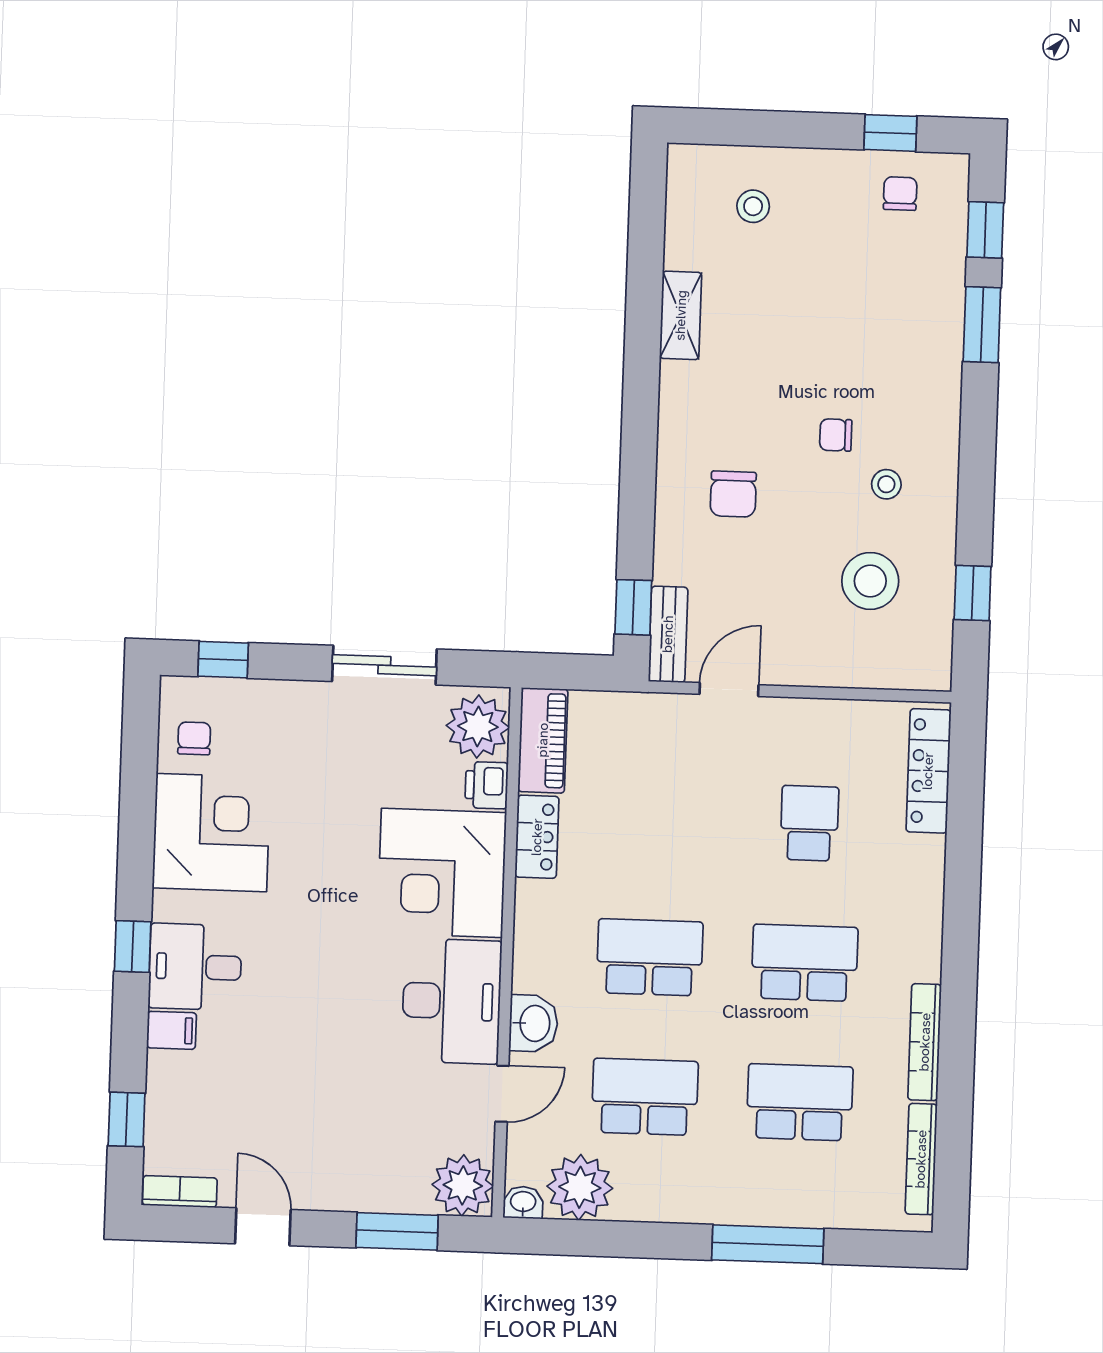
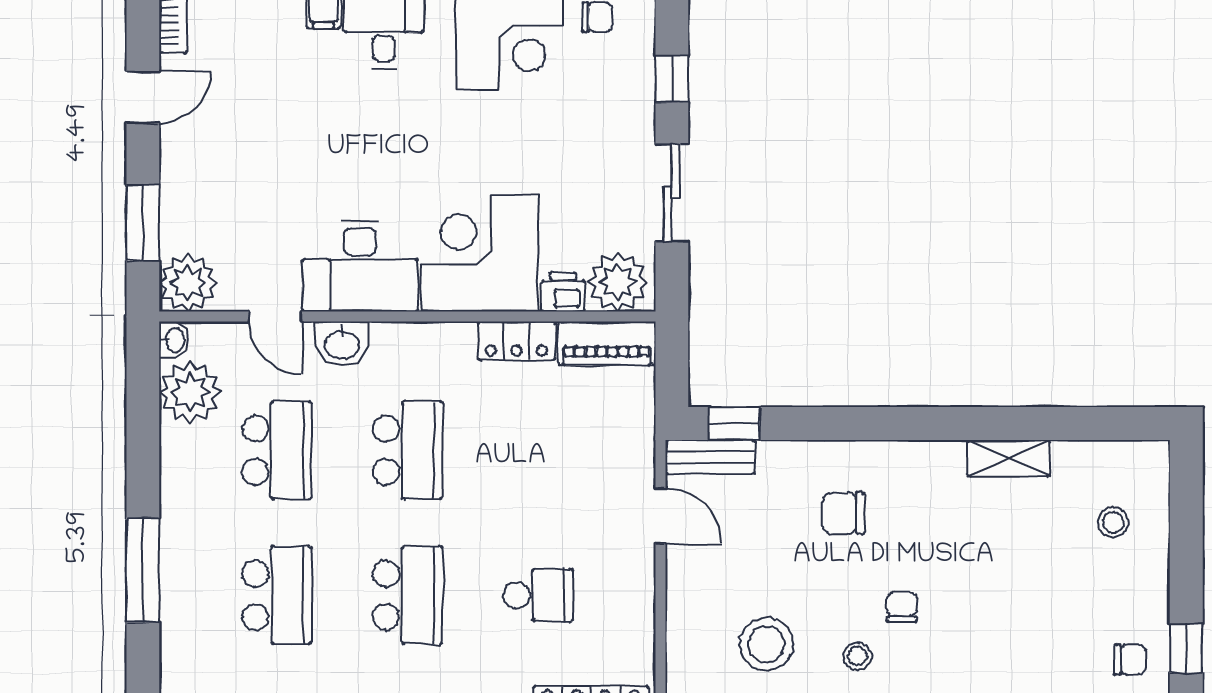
window: (223, 660) -> (672, 79), moved

